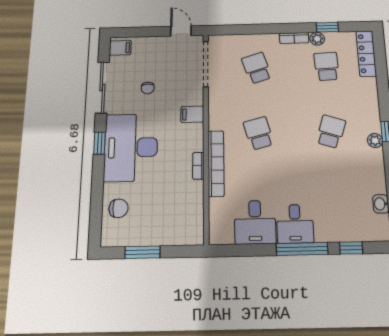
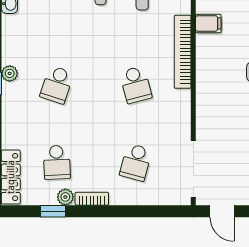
school desk: (257, 68) -> (136, 162), turned 33
filing cabinet: (192, 114) -> (208, 23), moved
bookcase: (198, 166) -> (202, 50), removed

